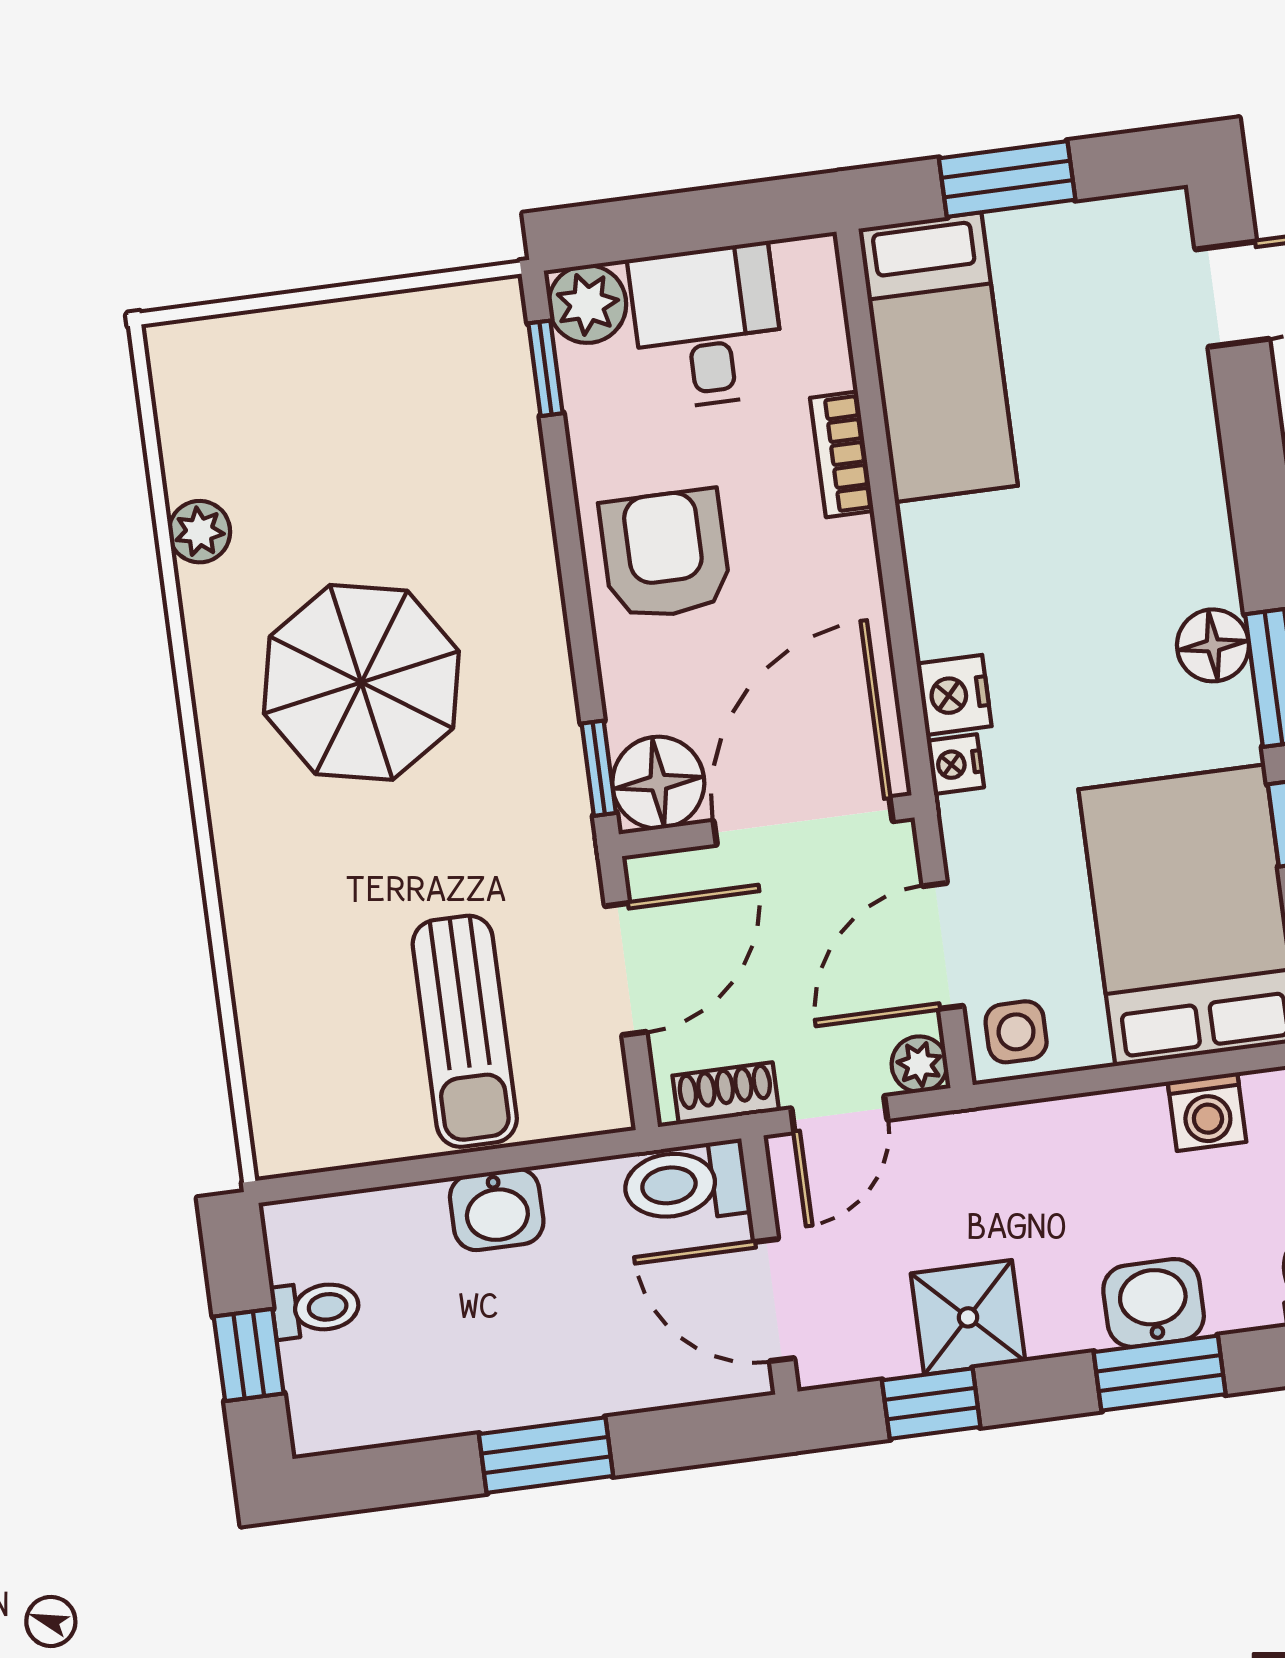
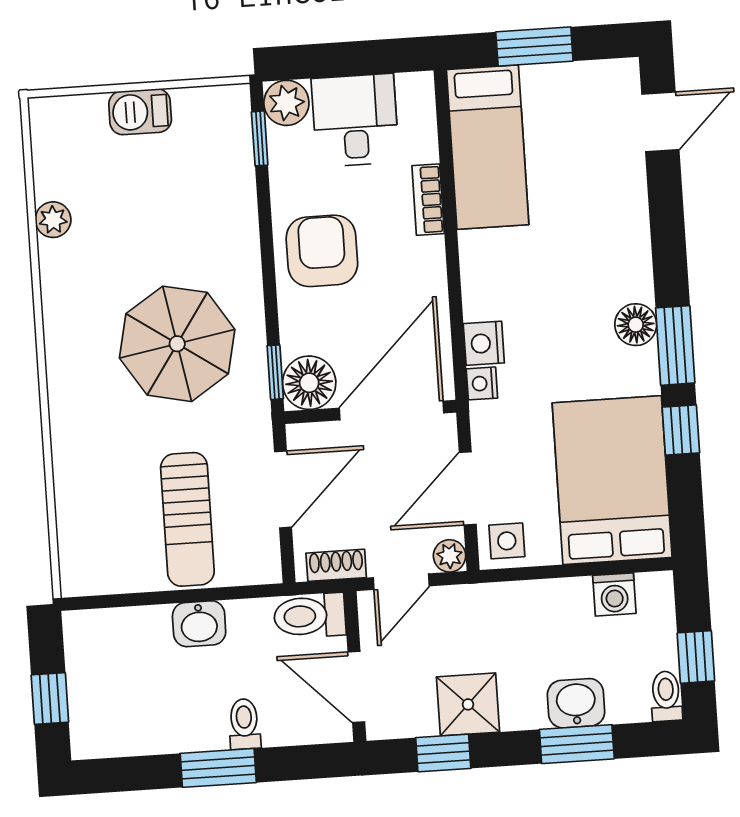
barbecue: (337, 336) -> (140, 112), added
parasol: (361, 682) -> (177, 344), moved
toilet: (316, 1308) -> (244, 724), moved, turned -90

